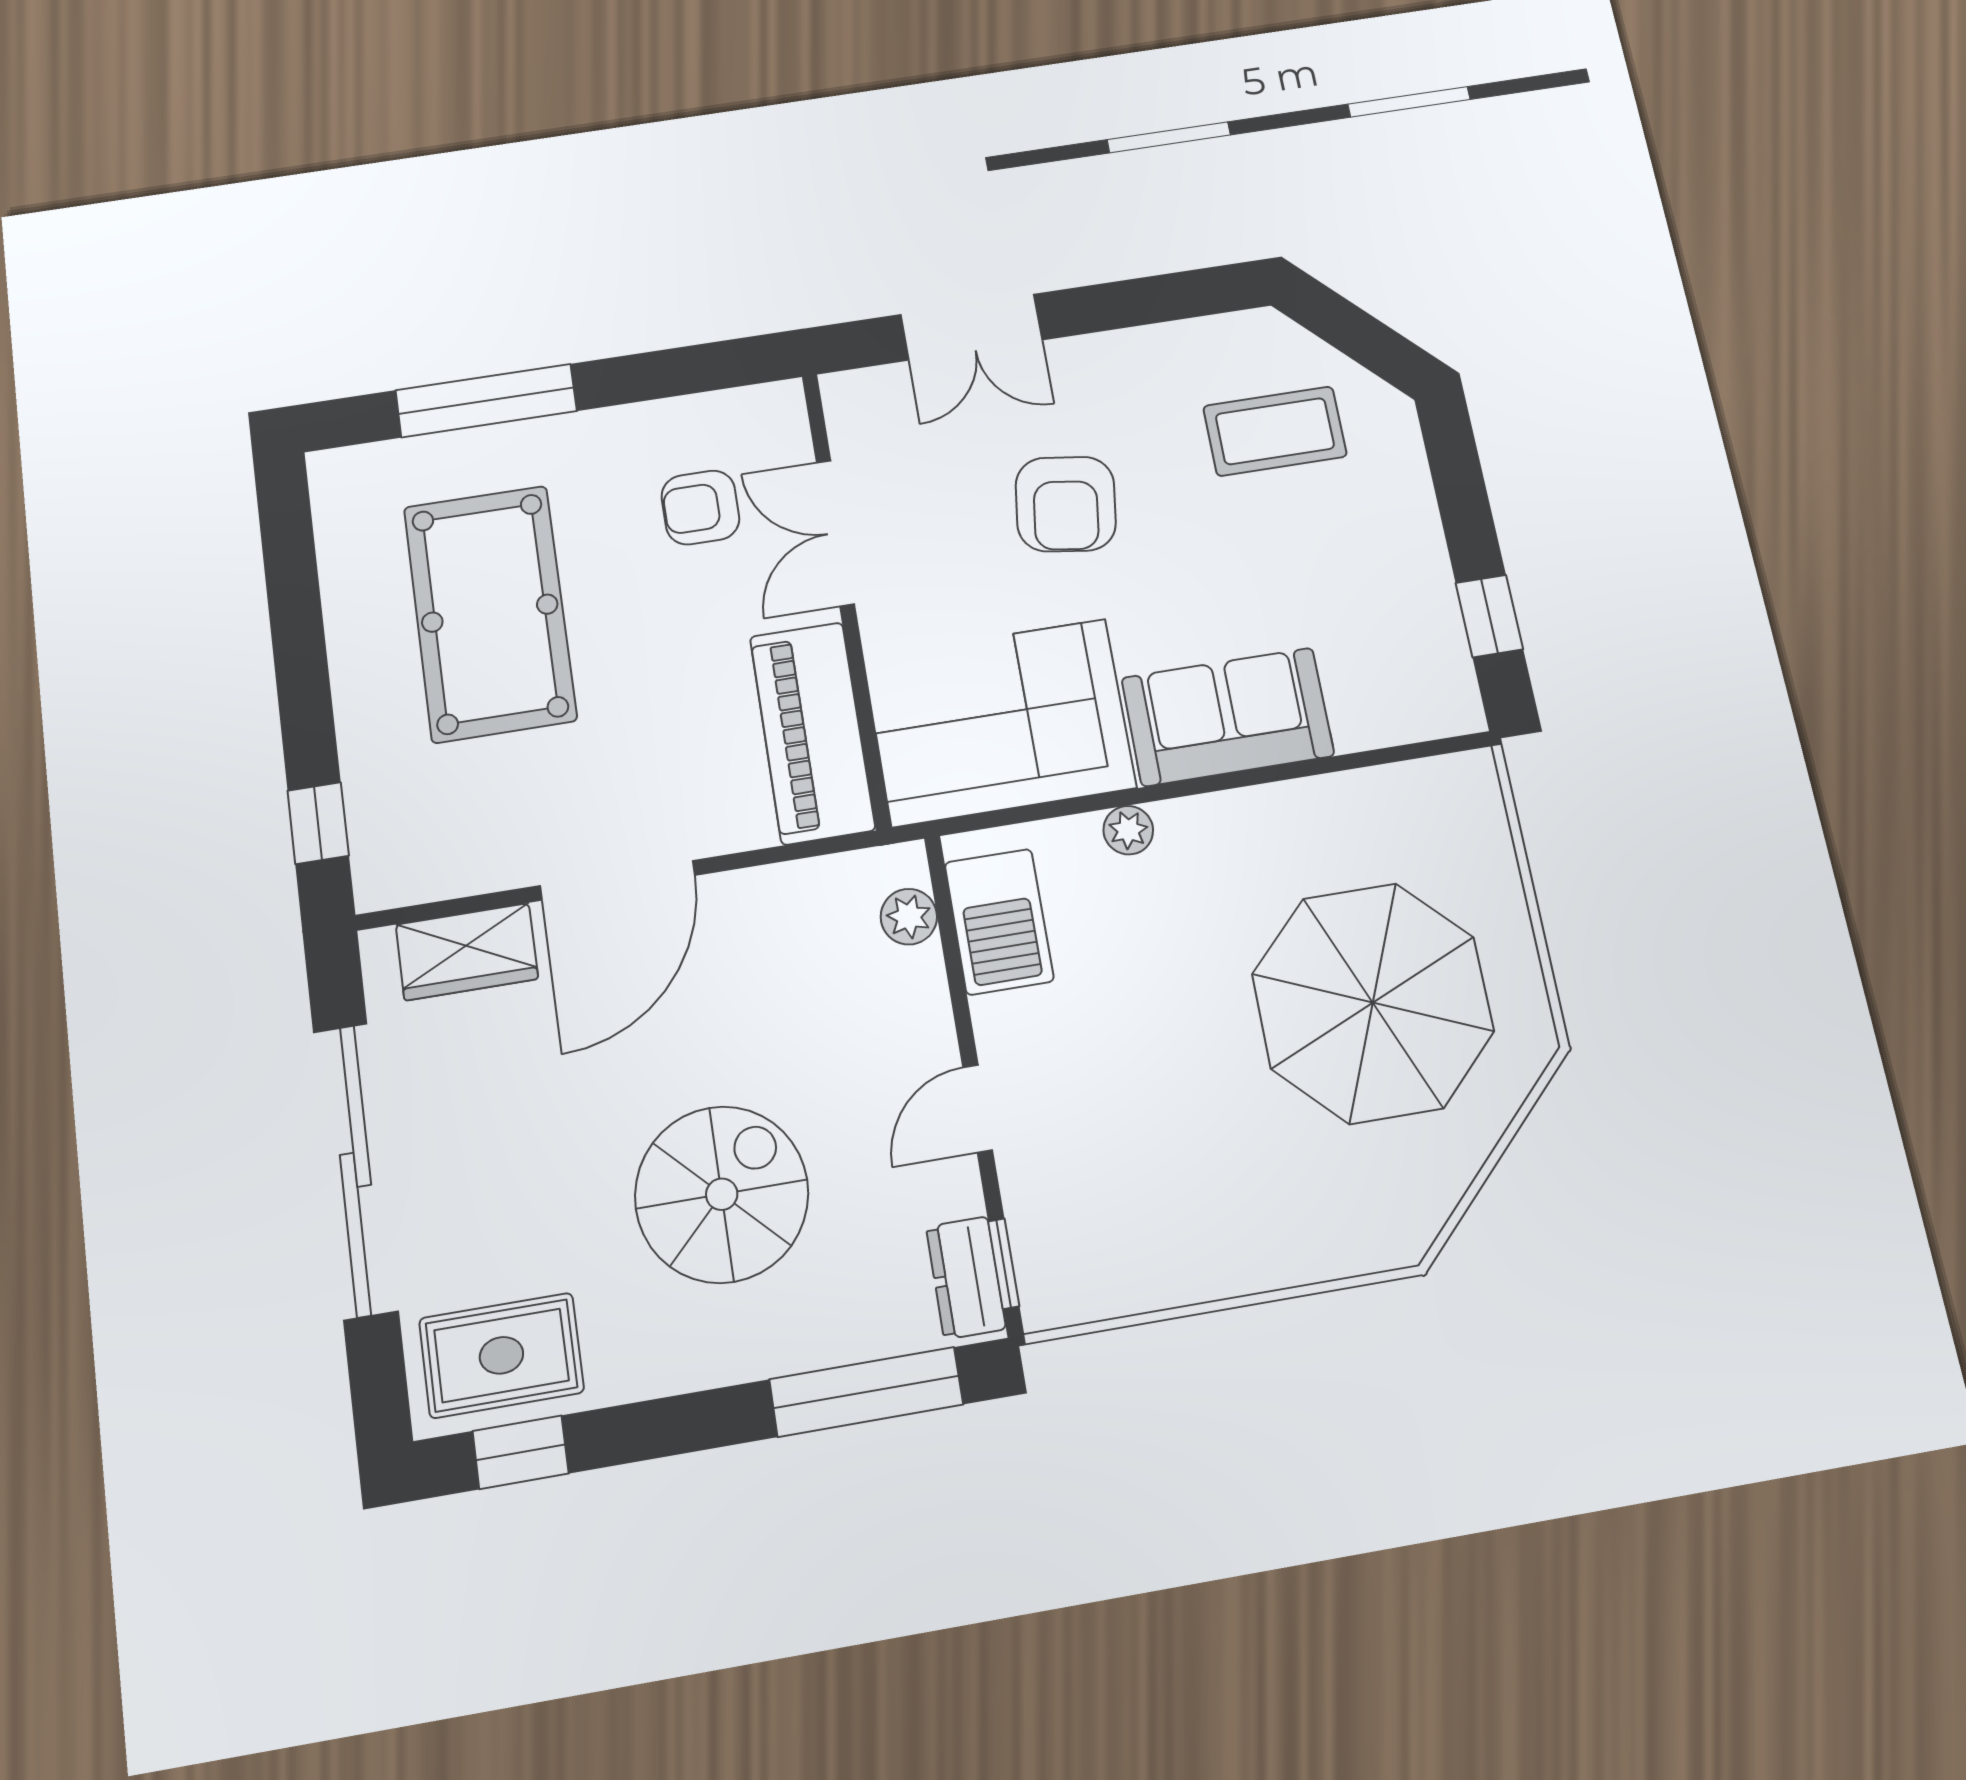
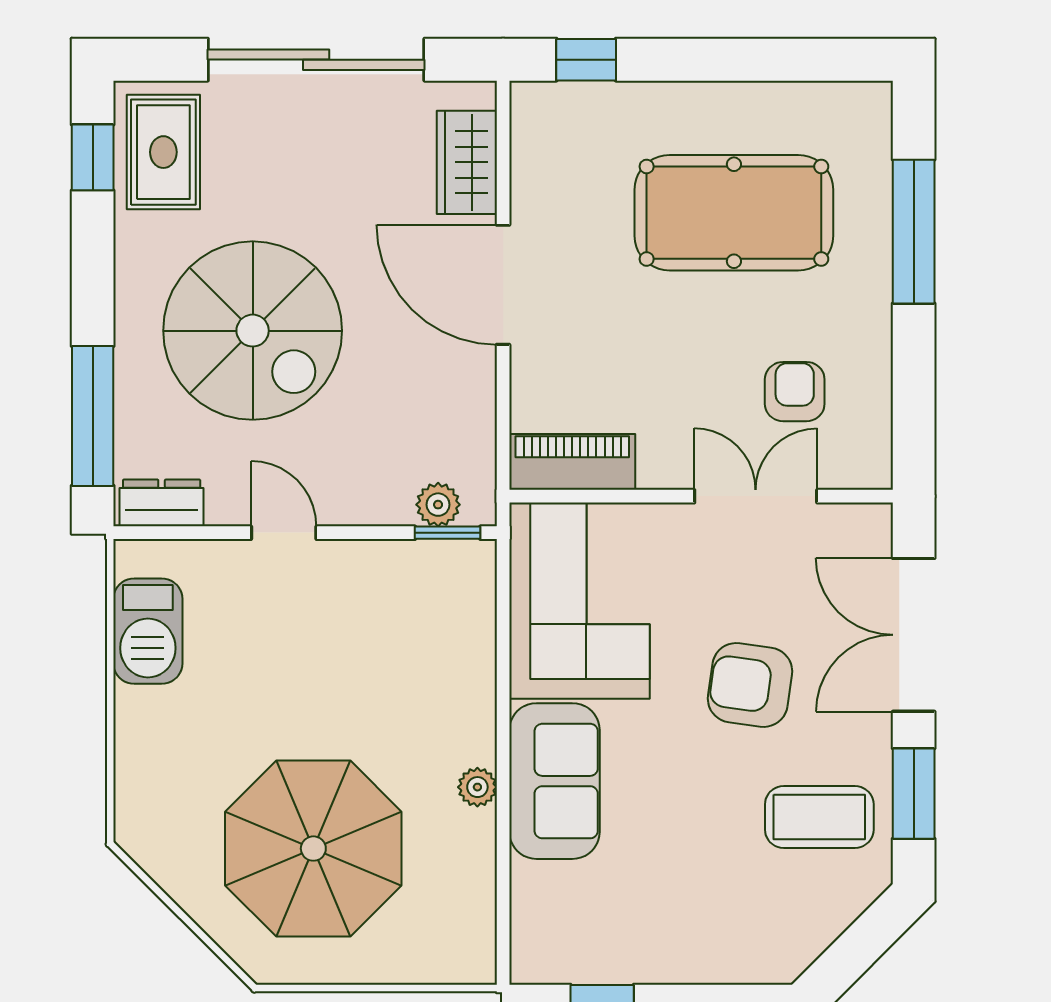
window: (1159, 299) -> (914, 794), added
double door: (971, 327) -> (914, 635), width x1.37
coffee table: (1275, 431) -> (819, 817), moved, turned 90
piano: (812, 733) -> (572, 462), width x0.73, depth x0.75
plant: (1128, 830) -> (477, 787), moved
barbecue: (999, 922) -> (148, 631), moved, turned -90
spiral stairs: (722, 1194) -> (253, 331), width x1.37, depth x1.37
window: (1004, 1264) -> (448, 533), moved

